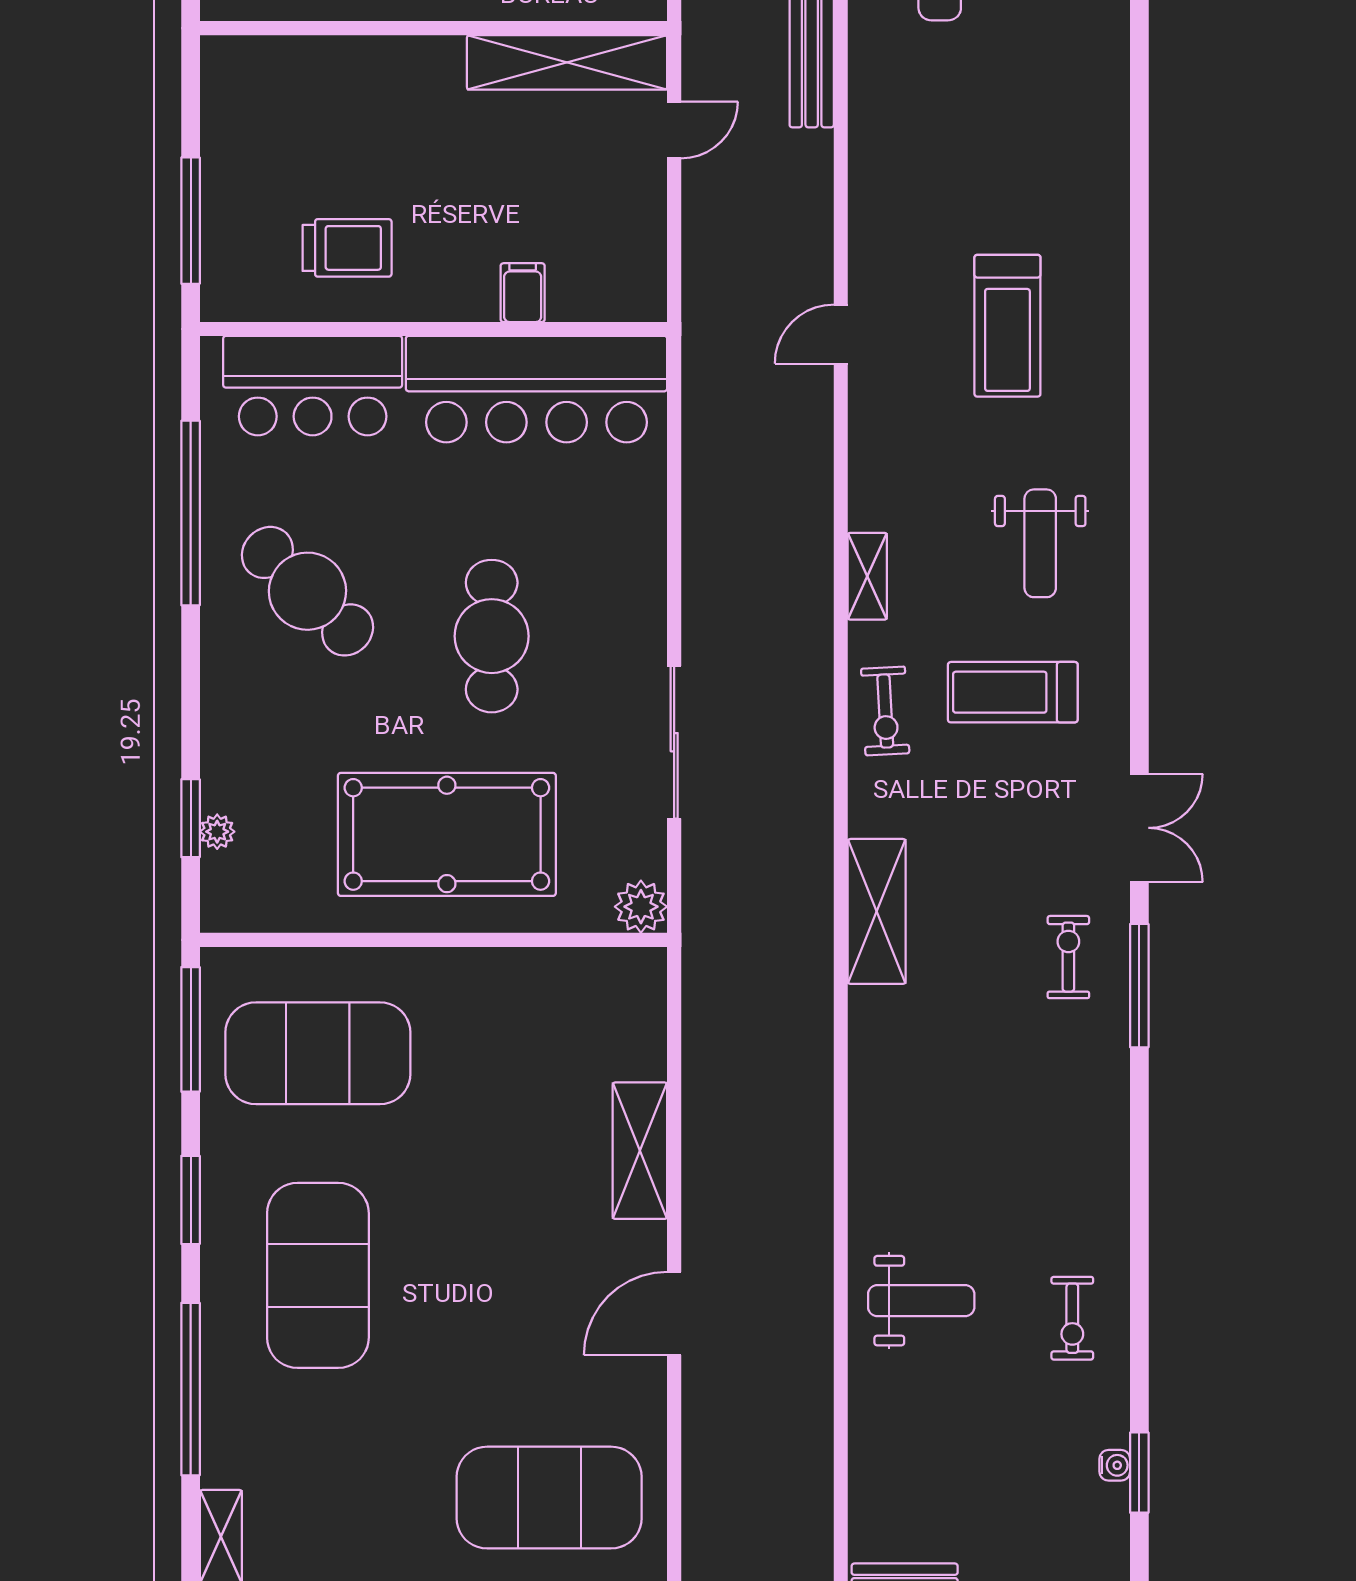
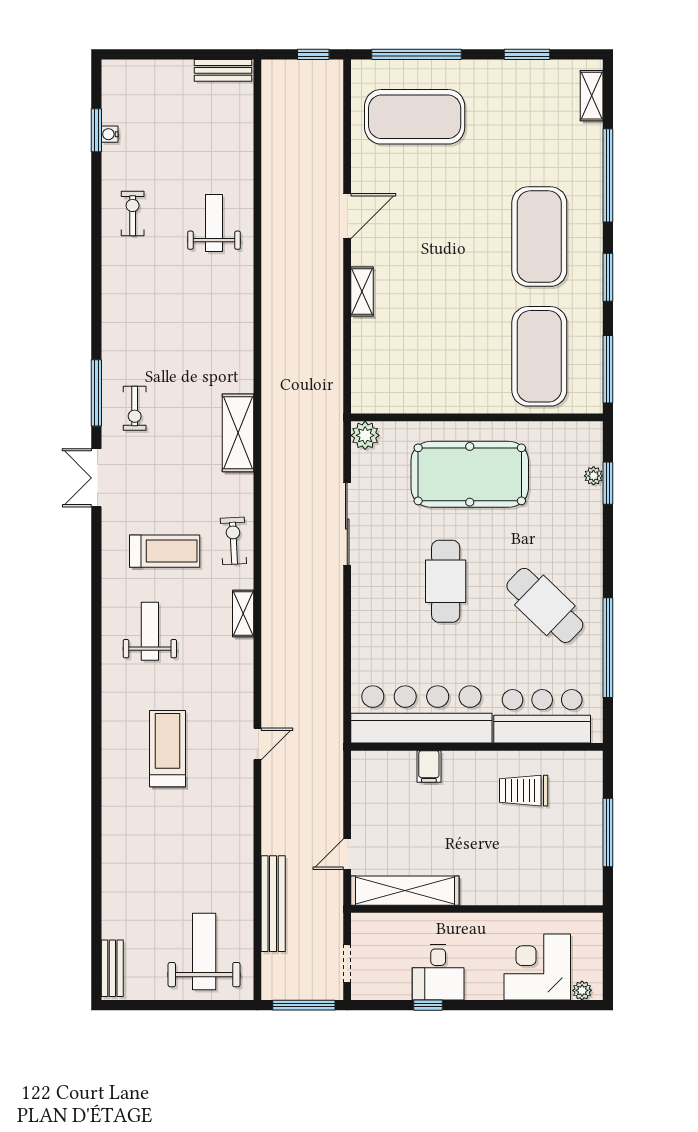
window: (191, 221) -> (608, 832), moved
exercise mat: (318, 1053) -> (539, 356), turned 90
shelving: (640, 1151) -> (362, 292), width x0.67, depth x0.75
weight bench: (921, 1301) -> (214, 223), turned 90

